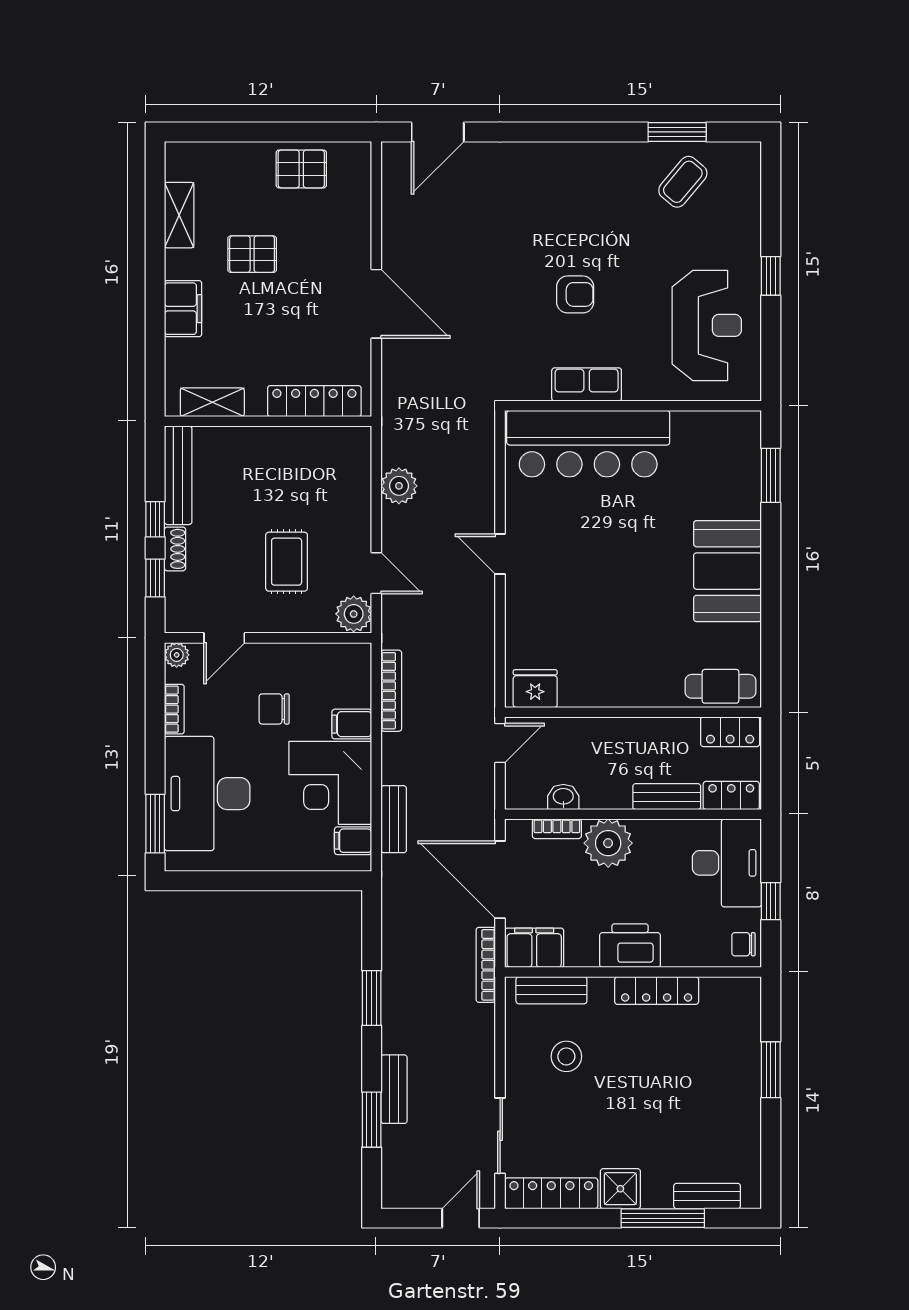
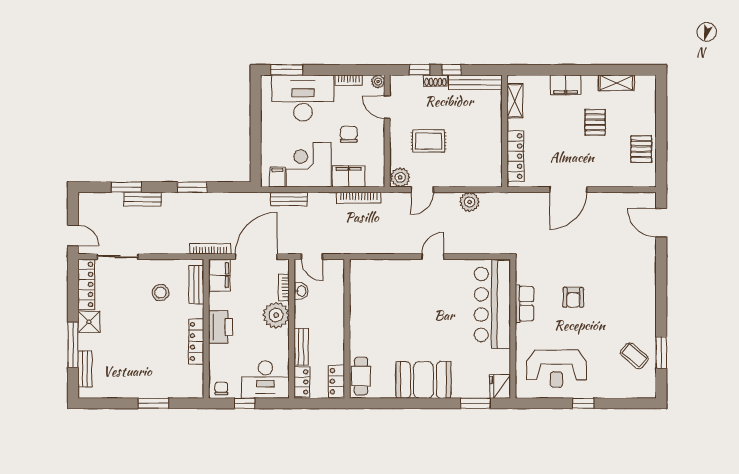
fridge: (535, 689) -> (500, 386), moved, turned 180
filing cabinet: (352, 724) -> (349, 176), width x2.00
door: (500, 743) -> (312, 257), moved

